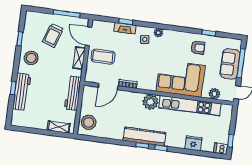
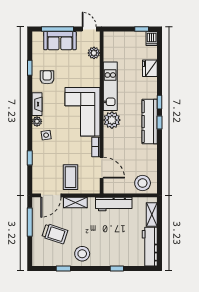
fireplace: (125, 28) -> (37, 104), moved
corner sofa: (181, 78) -> (82, 112), moved
workbench: (22, 92) -> (150, 247), moved, turned -90
kitchen unit: (190, 106) -> (110, 86), width x0.73

